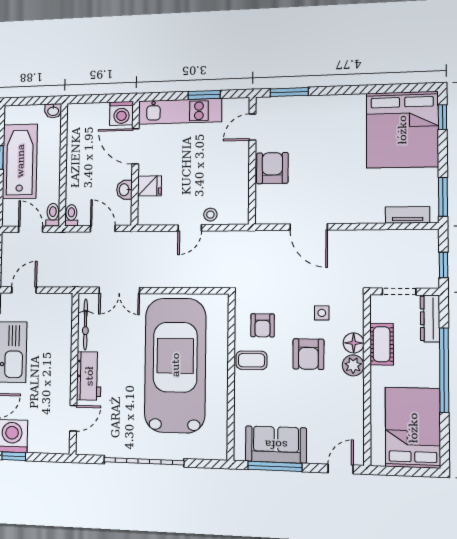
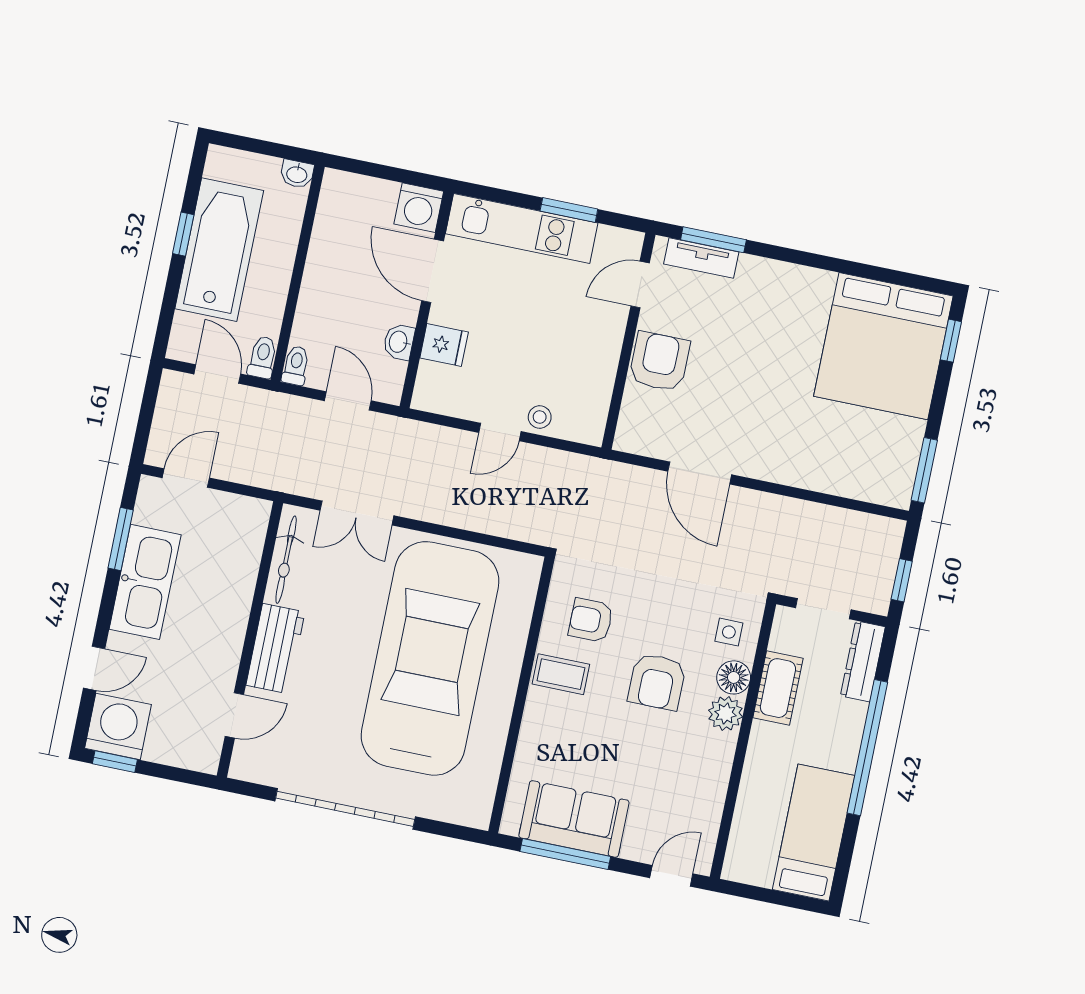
tv unit: (408, 215) -> (701, 258), moved, turned 180
side table: (322, 313) -> (729, 632), moved
armchair: (263, 325) -> (591, 620), turned 90
bed: (413, 428) -> (814, 832), width x0.67

